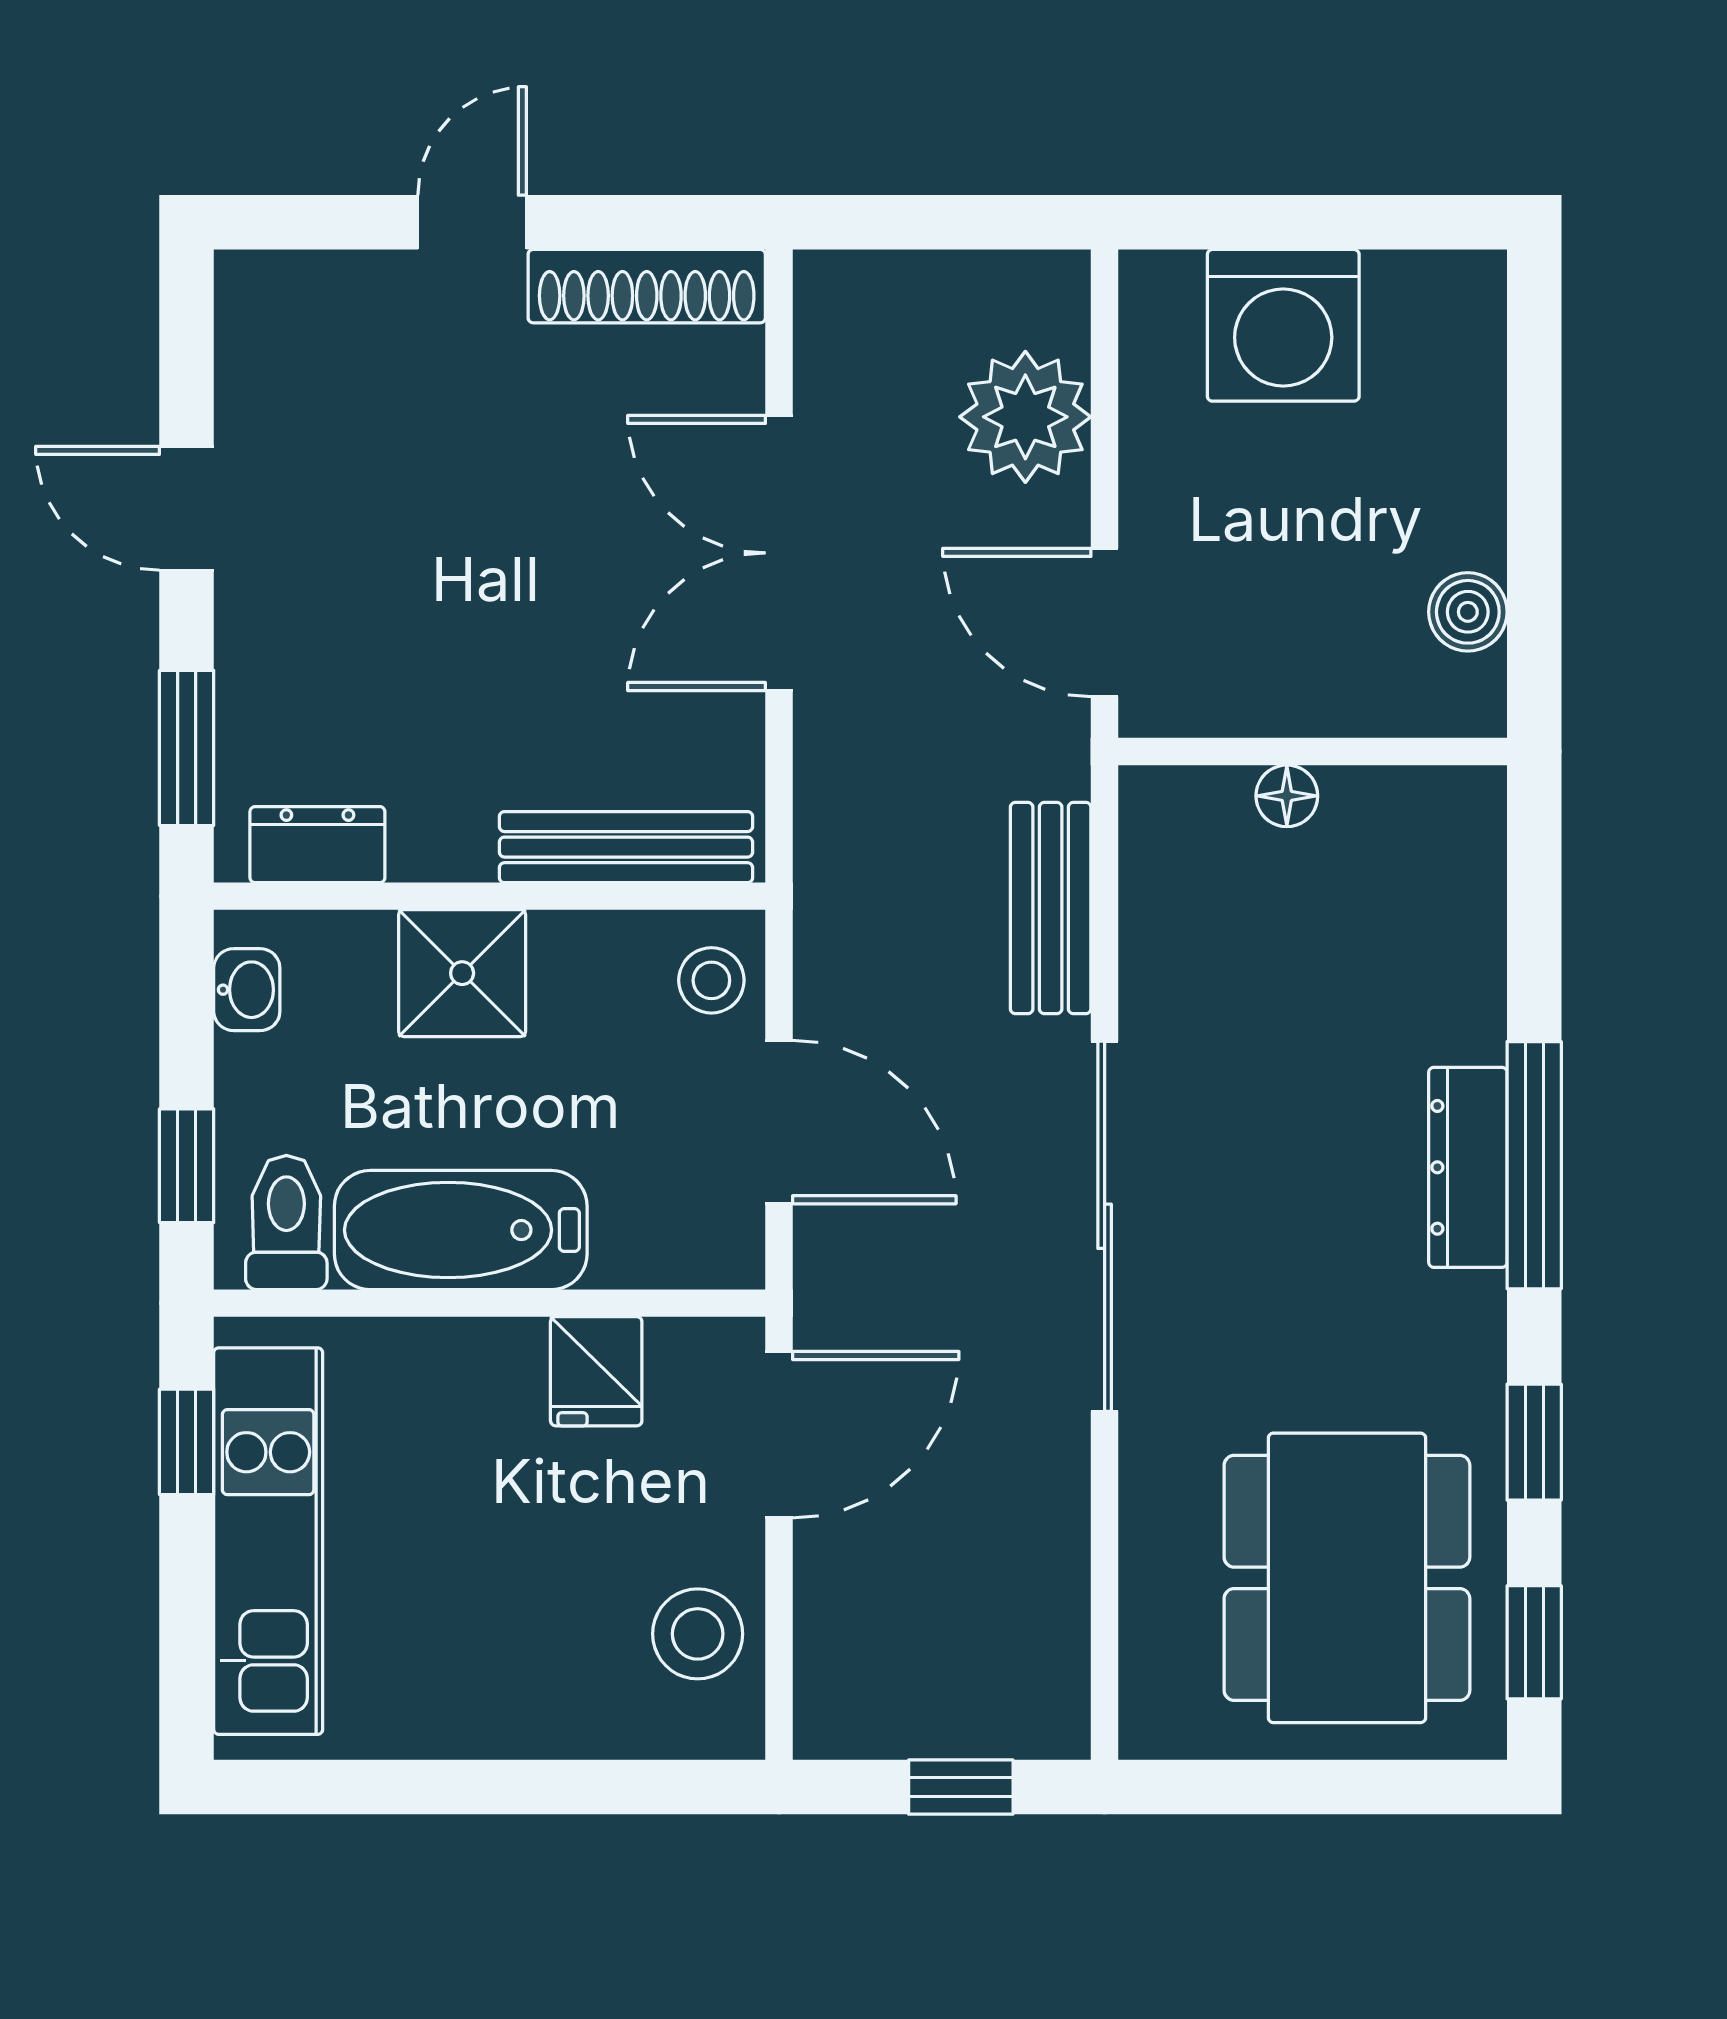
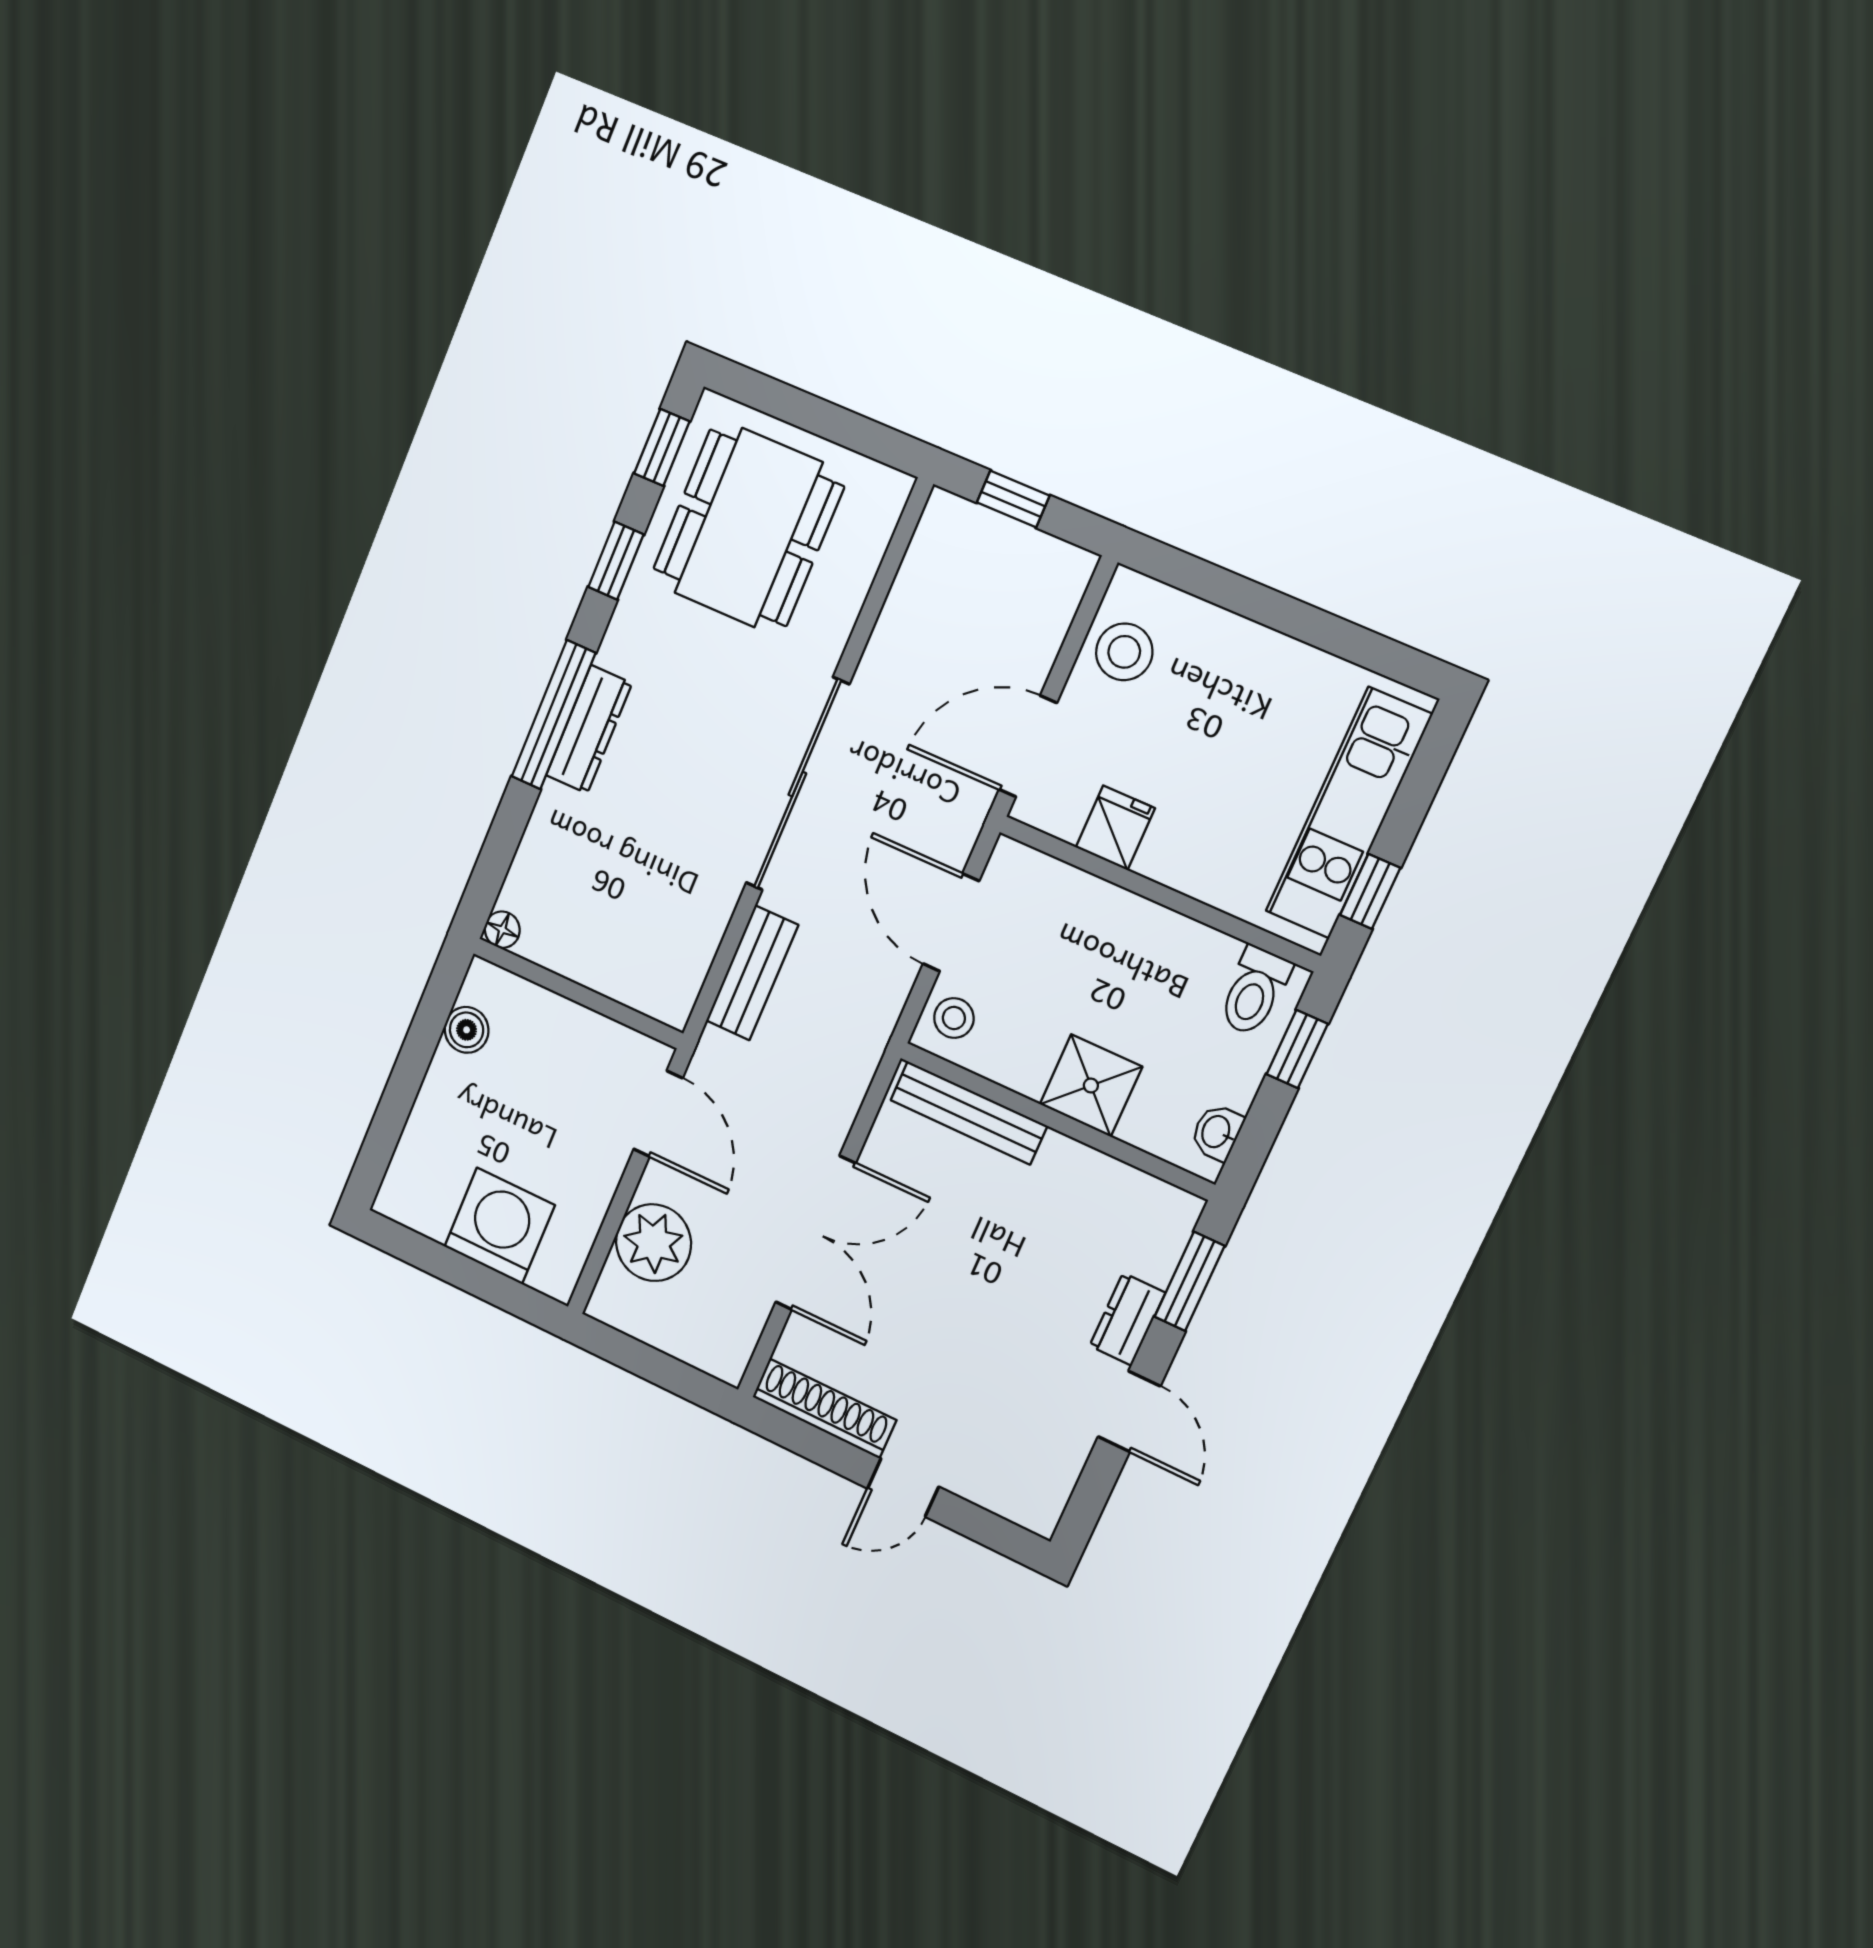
floor lamp: (1287, 796) -> (502, 930), moved
dresser: (317, 845) -> (1127, 1319), moved, turned 90
bathtub: (461, 1230) -> (1156, 942), removed

